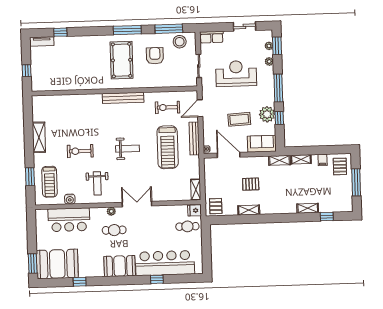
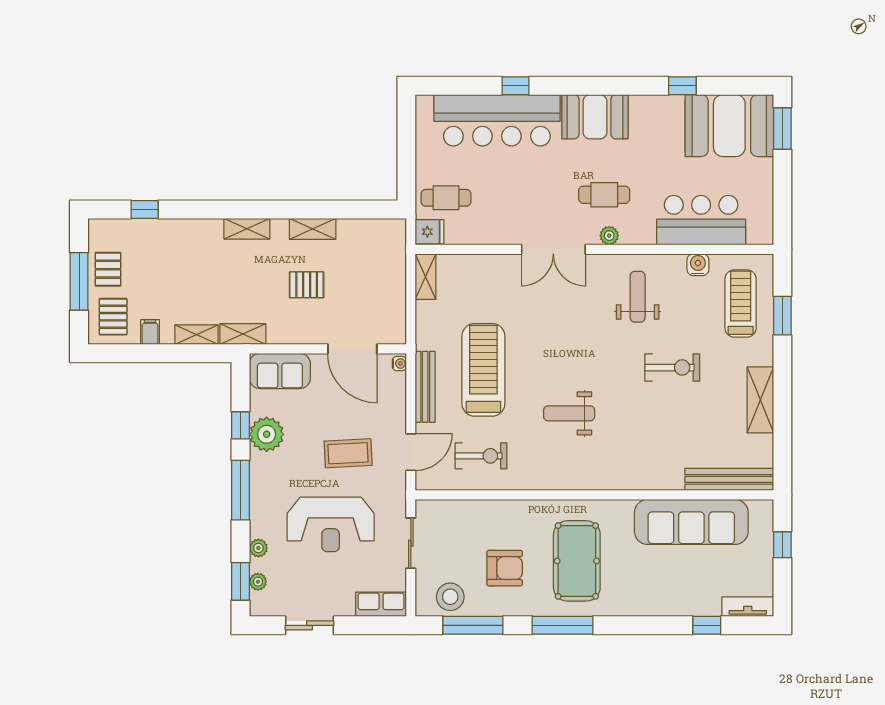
armchair: (155, 56) -> (505, 568), turned -90
sofa: (69, 80) -> (691, 522), added
bench: (123, 98) -> (729, 479), moved
coffee table: (239, 119) -> (348, 453), moved
weight bench: (128, 149) -> (569, 413), moved
pallet: (216, 206) -> (108, 269), moved
shelving: (308, 208) -> (247, 229), moved

